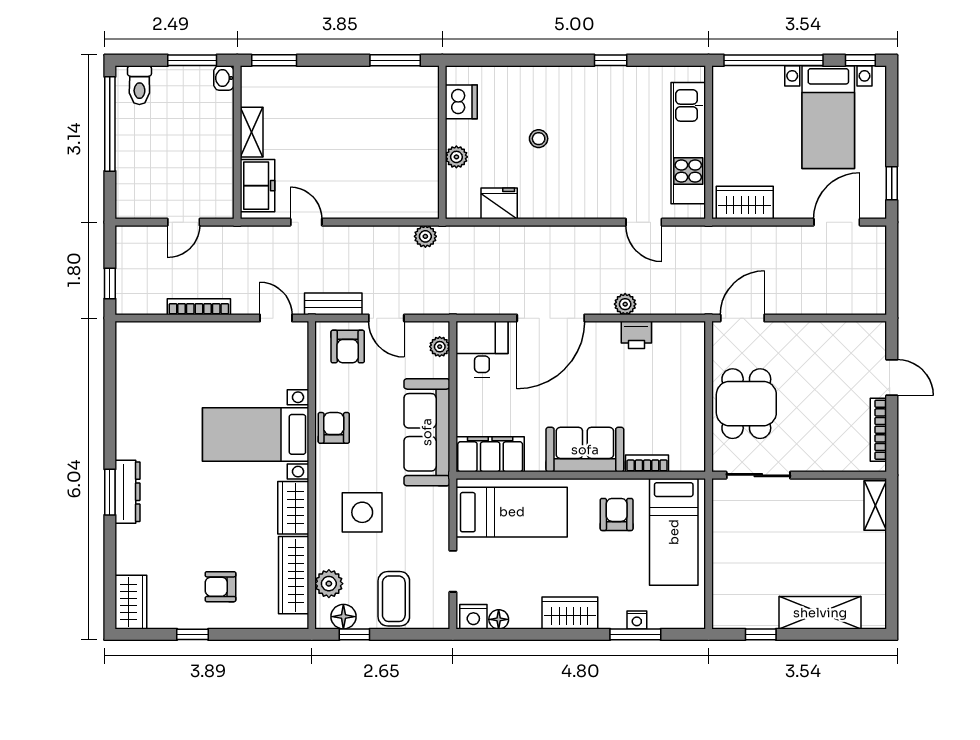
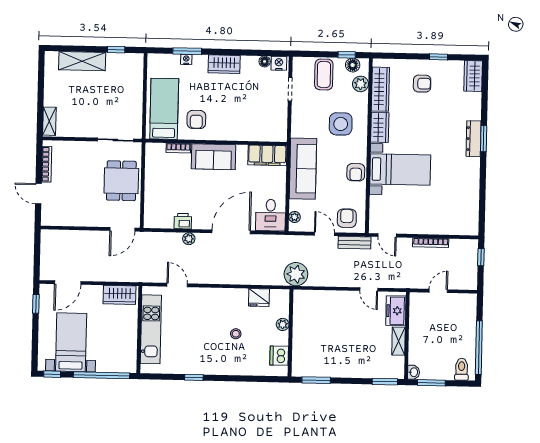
plant: (425, 236) -> (296, 274), width x1.88, depth x1.88
bed: (512, 512) -> (256, 122), removed

